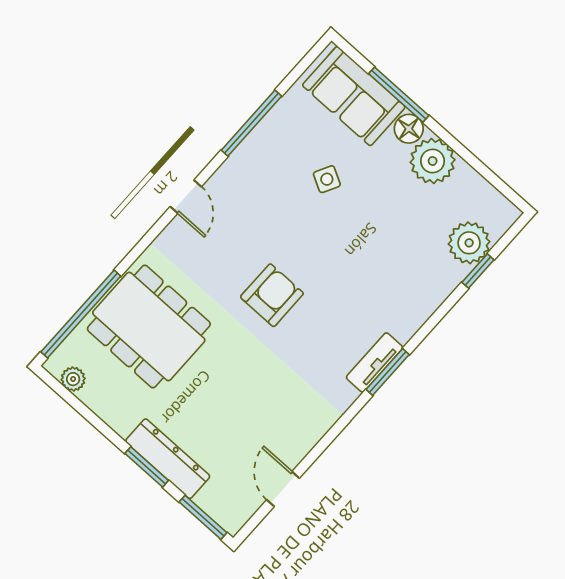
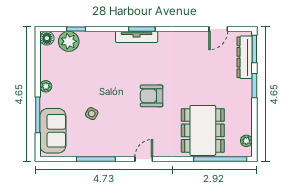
floor lamp: (409, 129) -> (47, 38), moved
plant: (433, 161) -> (46, 86), width x0.53, depth x0.53
tv unit: (375, 362) -> (137, 37), width x1.41
dresser: (168, 459) -> (245, 57), moved

